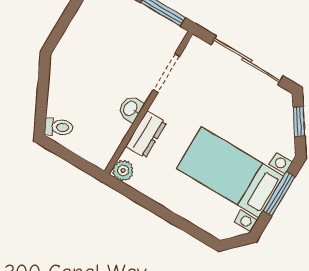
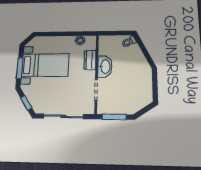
washbasin: (131, 109) -> (105, 66), width x1.91, depth x1.45
plant: (123, 171) -> (80, 40), moved

